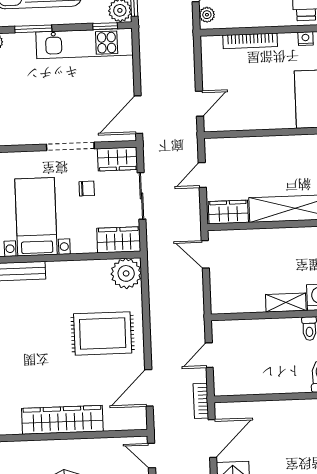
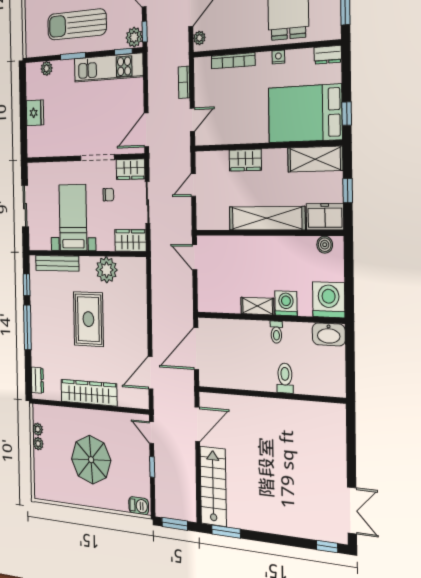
wardrobe: (228, 212) -> (245, 160), moved, turned 180
plant: (126, 273) -> (107, 270), moved
rug: (103, 333) -> (88, 319), moved, turned 90
door: (209, 355) -> (196, 349), width x1.88
bookcase: (201, 401) -> (184, 82), moved

